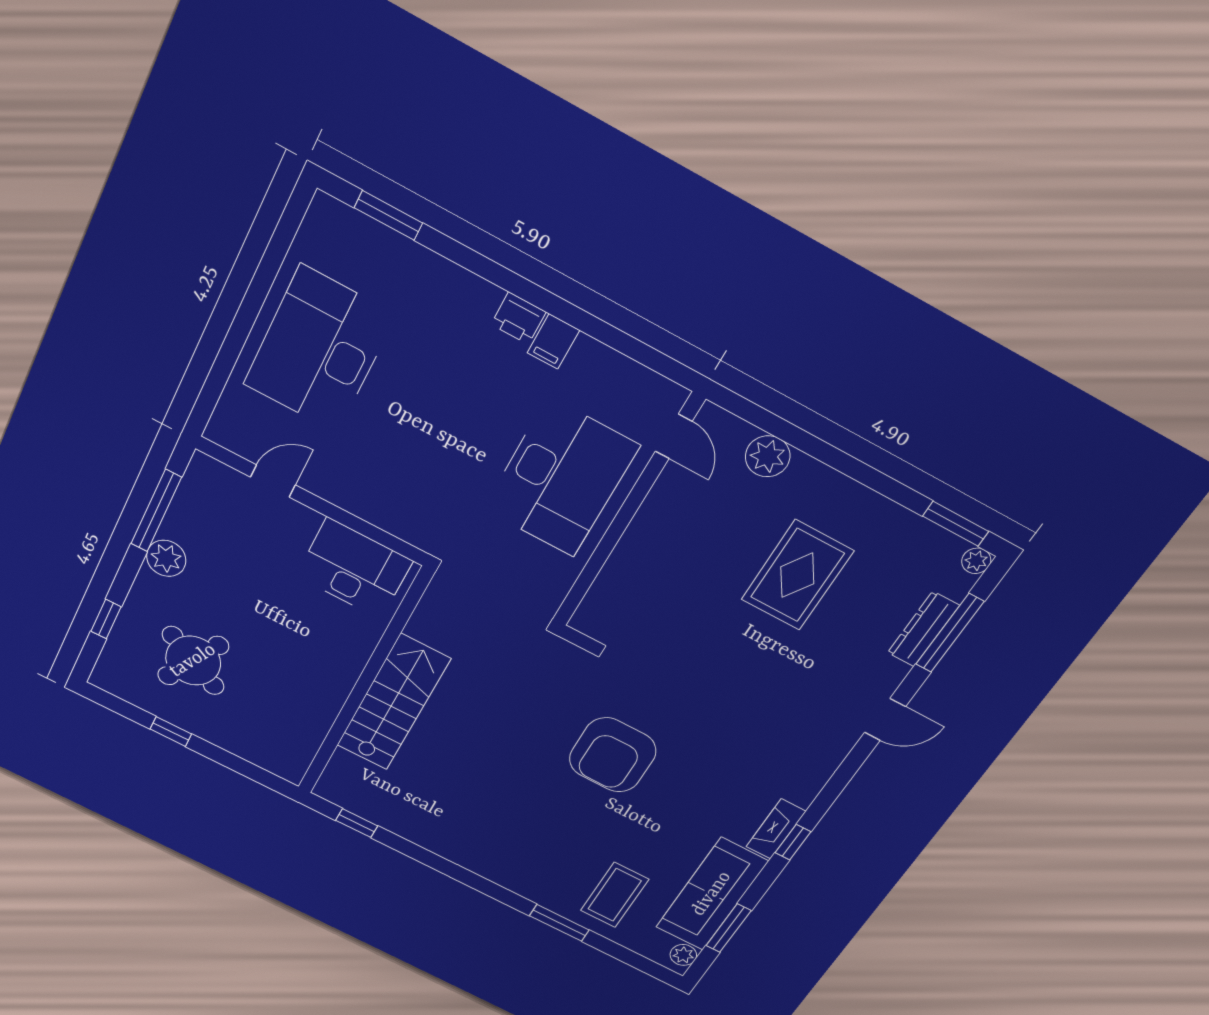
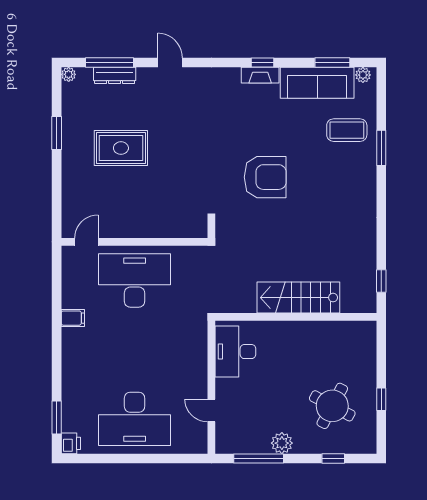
printer: (519, 318) -> (71, 443), moved
plant: (768, 456) -> (72, 196), removed
window: (956, 524) -> (57, 133), moved

